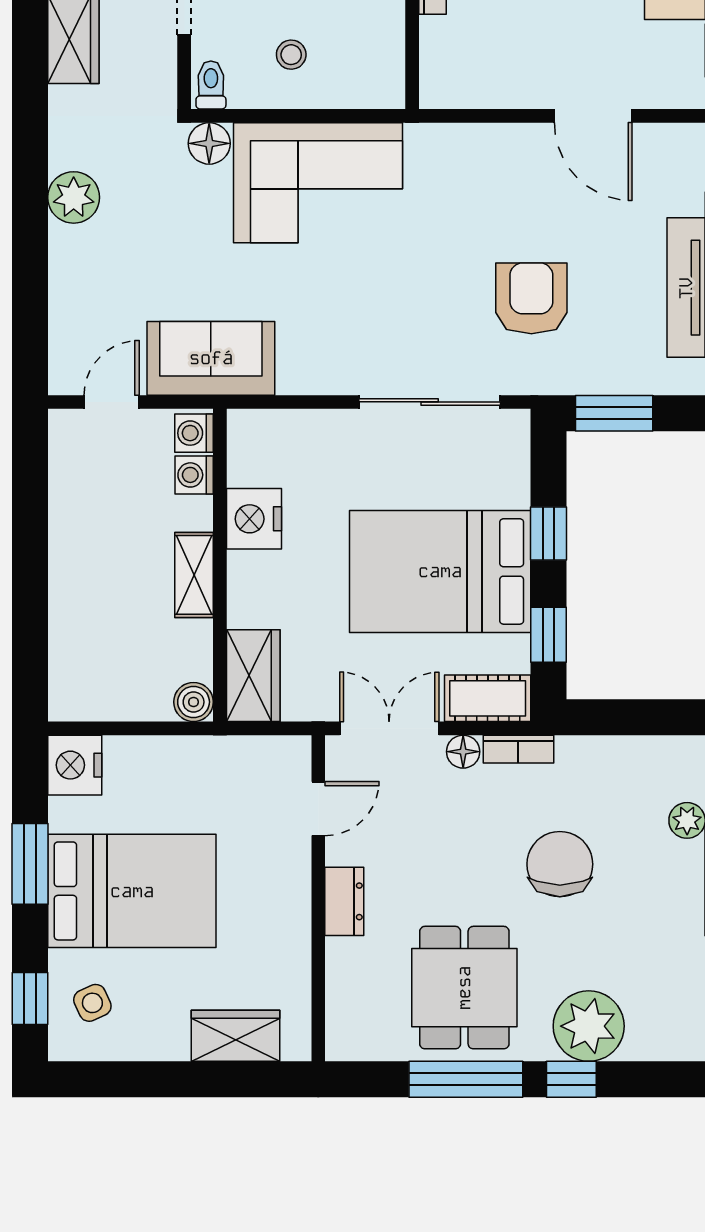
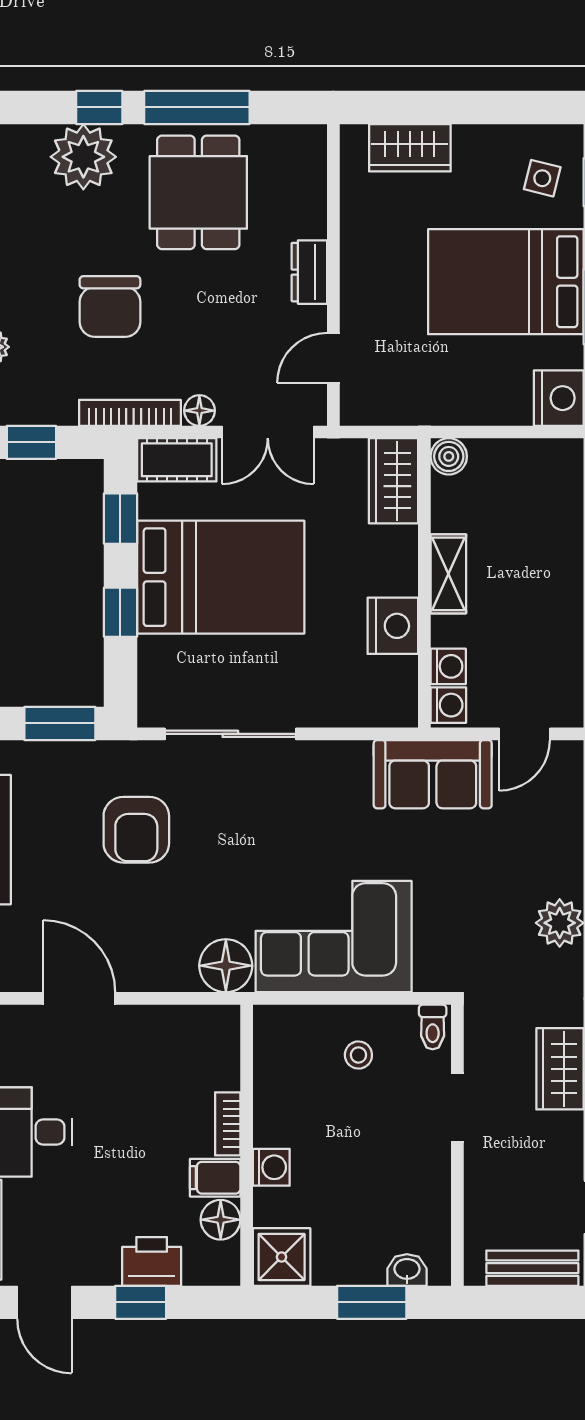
floor lamp: (209, 143) -> (226, 966), moved, width x1.38, depth x1.38
window: (645, 717) -> (31, 442), added
bookcase: (518, 749) -> (130, 413), width x1.56
side table: (92, 1003) -> (542, 178), turned 38

